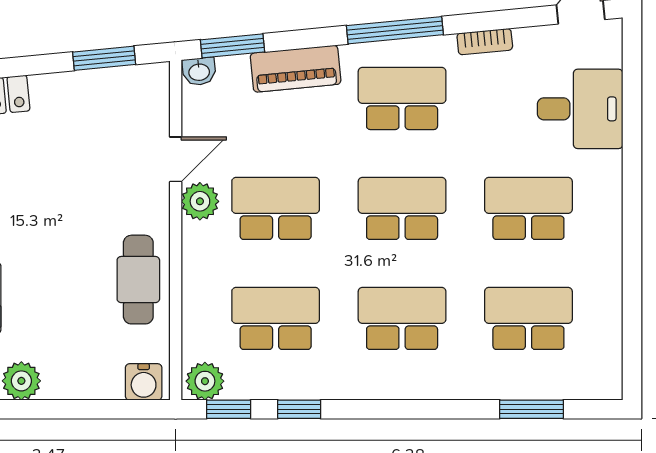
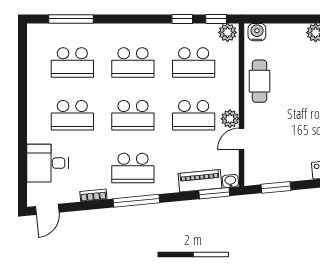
piano: (296, 69) -> (200, 181), moved
window: (531, 409) -> (71, 19), width x1.44

